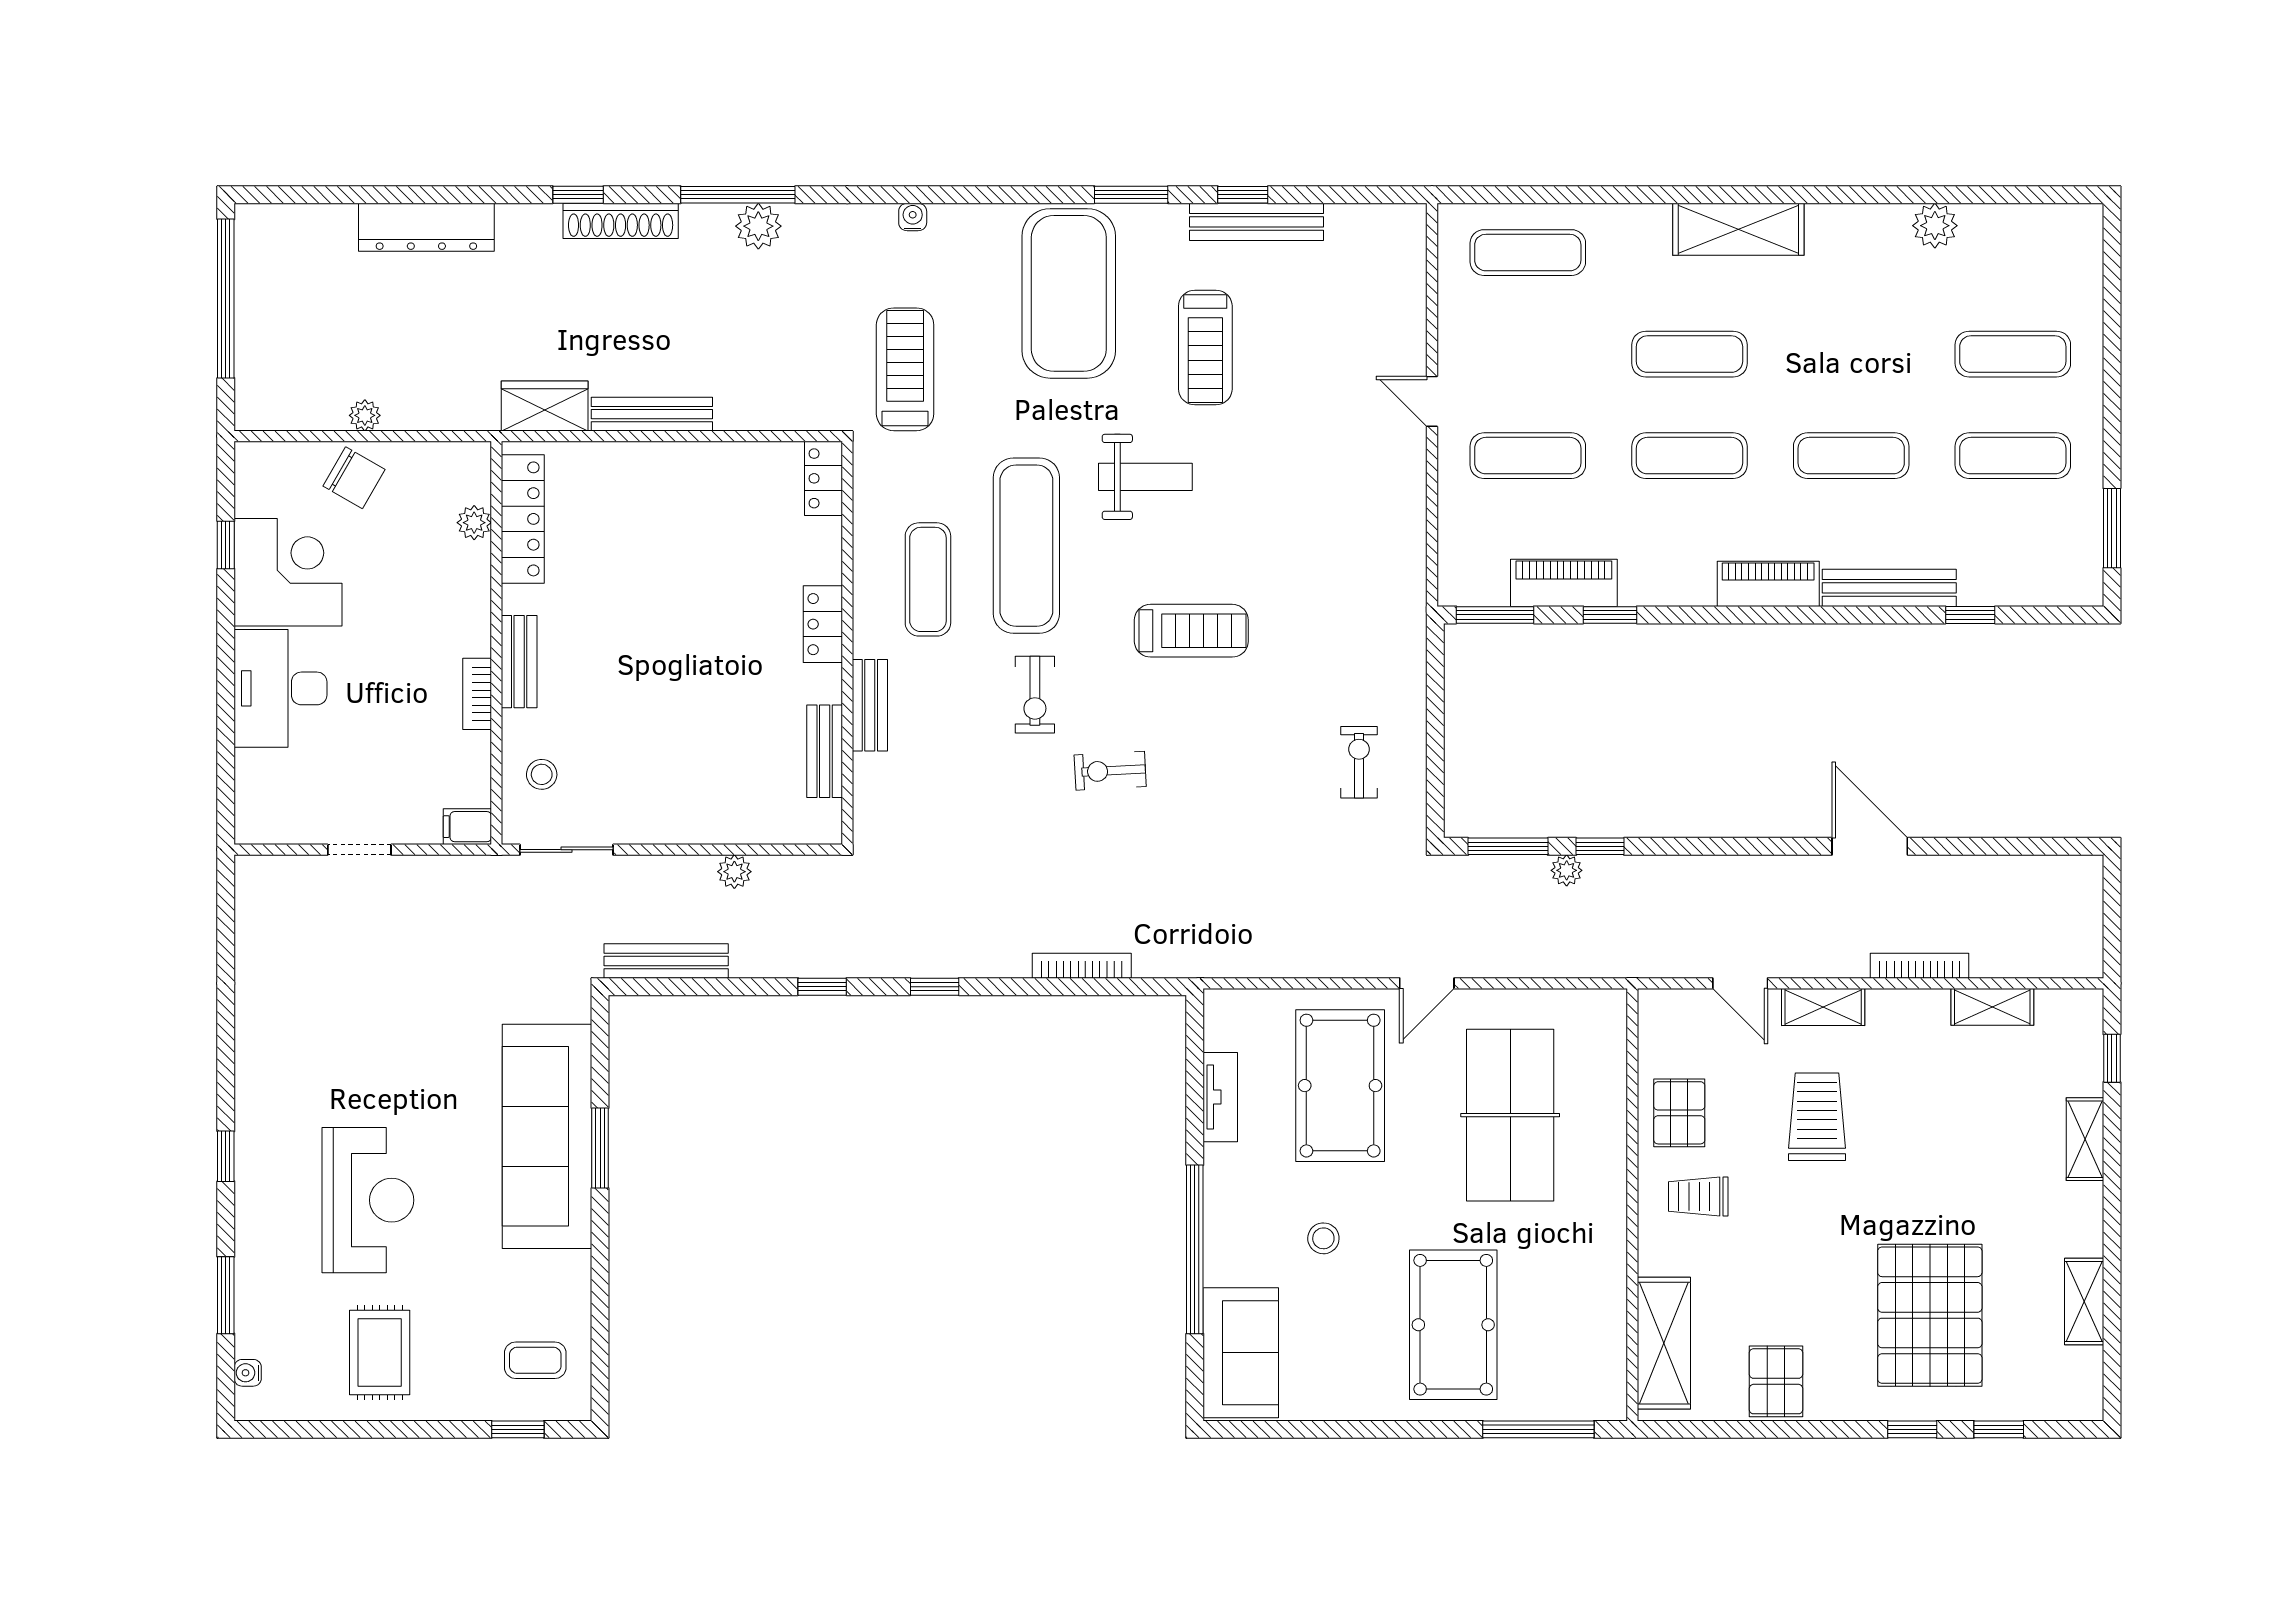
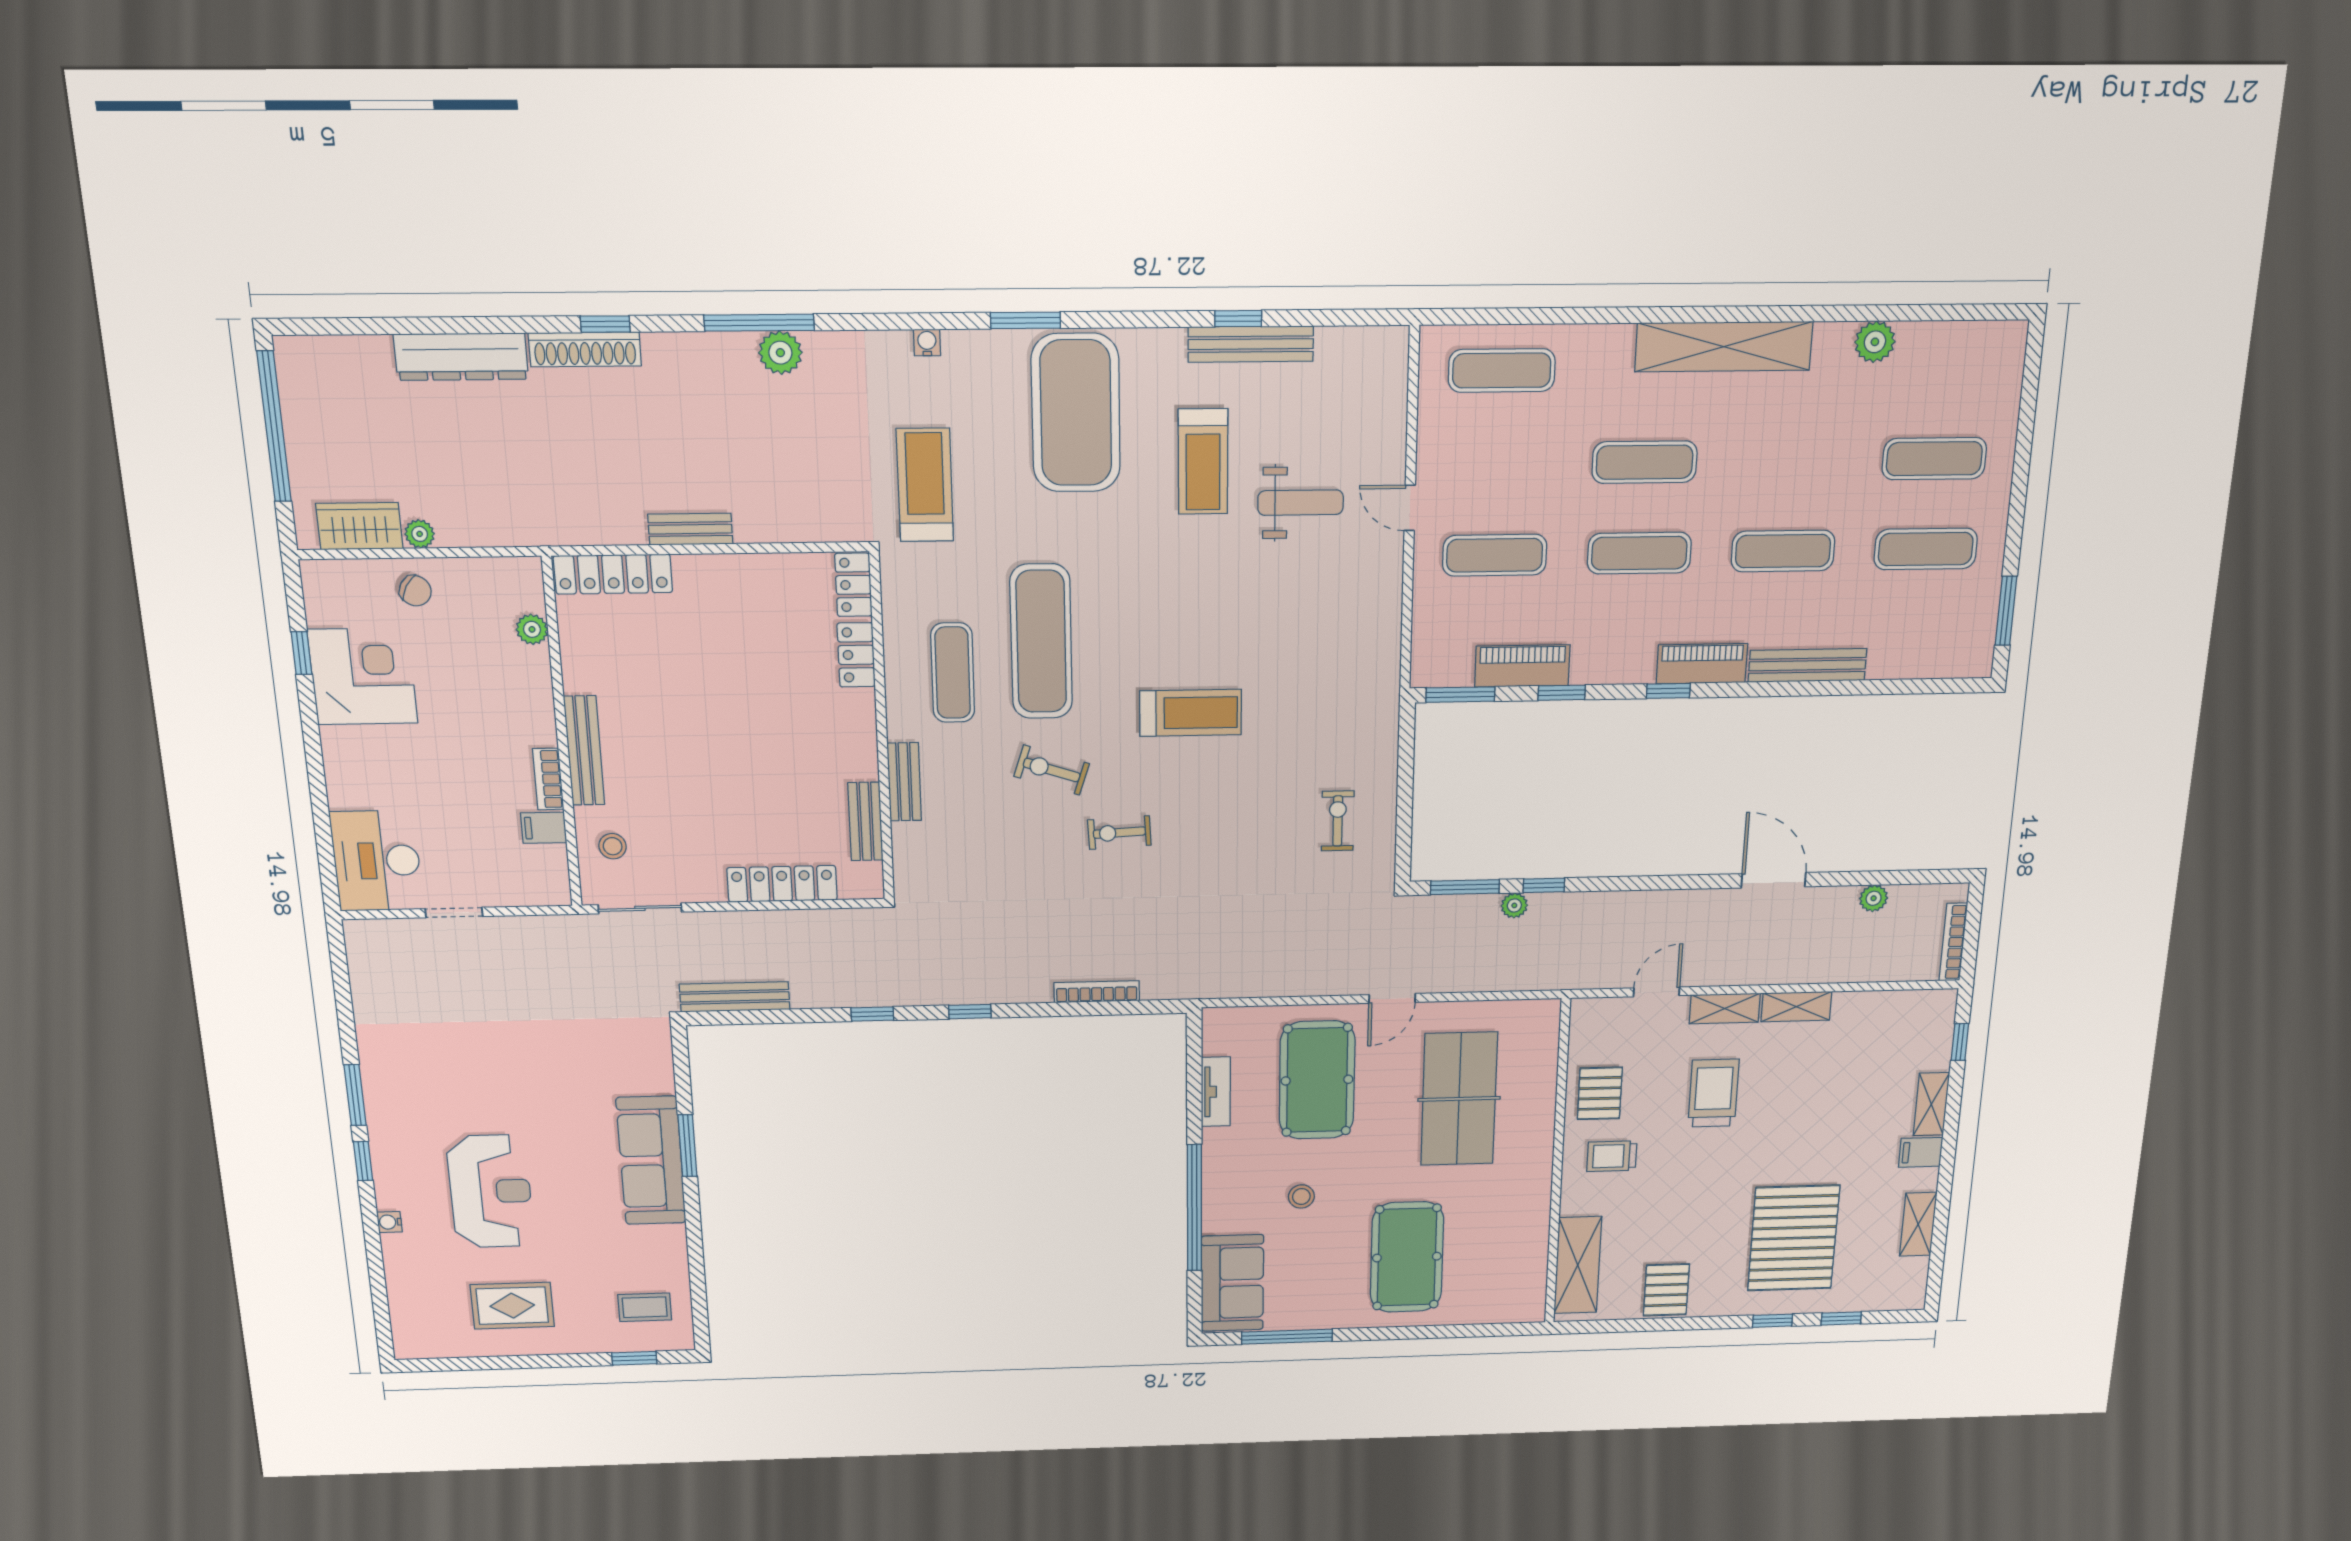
window: (1131, 195) -> (1026, 320), moved
shoe rack: (621, 221) -> (585, 349), moved
shelving: (1738, 229) -> (1724, 347), width x1.47
wardrobe: (545, 406) -> (359, 526), moved
bench: (652, 414) -> (690, 529), width x0.73
weight bench: (1145, 477) -> (1301, 503), moved
chair: (354, 478) -> (415, 591), width x0.73, depth x0.73
locker: (523, 519) -> (613, 574), moved, turned 90
window: (1970, 615) -> (1668, 691), moved
locker: (823, 624) -> (856, 655), moved
bench: (519, 662) -> (584, 751), width x1.36
desk: (280, 688) -> (377, 861), moved
exercise bike: (1035, 695) -> (1052, 770), turned 108
locker: (728, 824) -> (782, 884), added
filing cabinet: (467, 827) -> (544, 828), moved
plant: (734, 872) -> (1874, 898), moved
bookcase: (1920, 966) -> (1953, 942), moved, turned -90
door: (1740, 983) -> (1657, 992), swing flipped
shelving: (1992, 1007) -> (1796, 1007), moved
sofa: (547, 1136) -> (651, 1161), width x0.74, depth x0.79
filing cabinet: (2078, 1203) -> (1921, 1152), added
window: (226, 1295) -> (355, 1095), moved
rug: (380, 1352) -> (512, 1306), turned 90
water cooler: (248, 1373) -> (389, 1222), moved
window: (1538, 1429) -> (1287, 1337), moved

